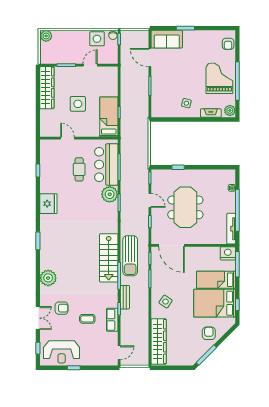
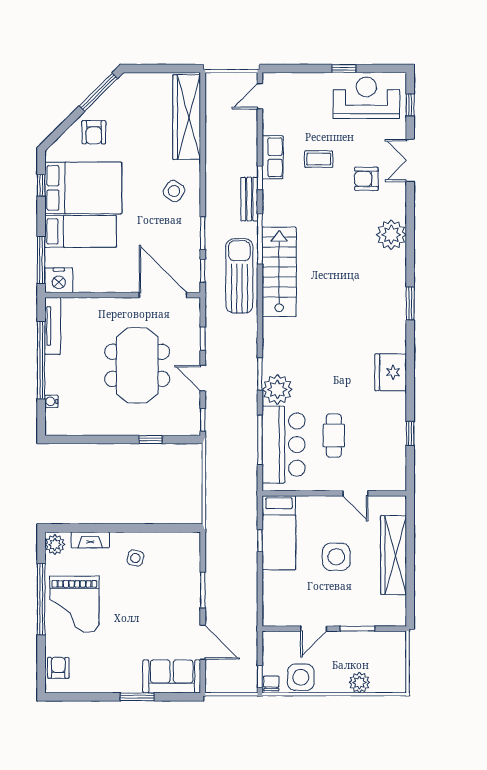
plant: (46, 36) -> (359, 683), moved
wardrobe: (47, 88) -> (394, 555), moved

